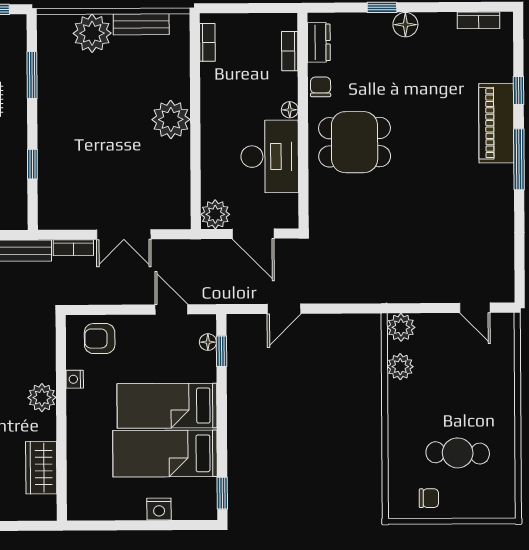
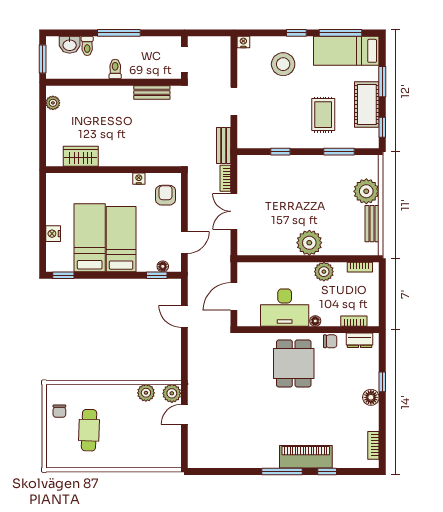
plant: (215, 214) -> (324, 272), moved
door: (475, 308) -> (184, 414), moved
plant: (42, 398) -> (127, 157), removed

